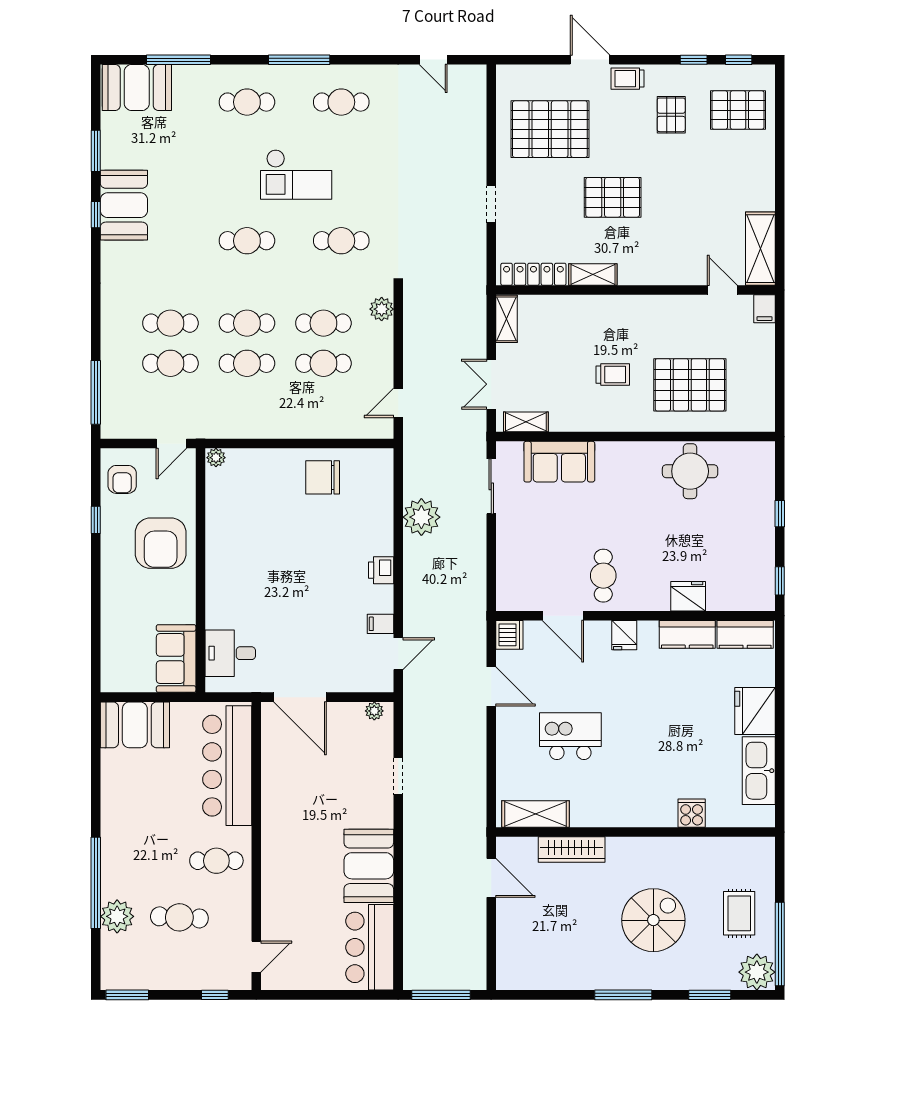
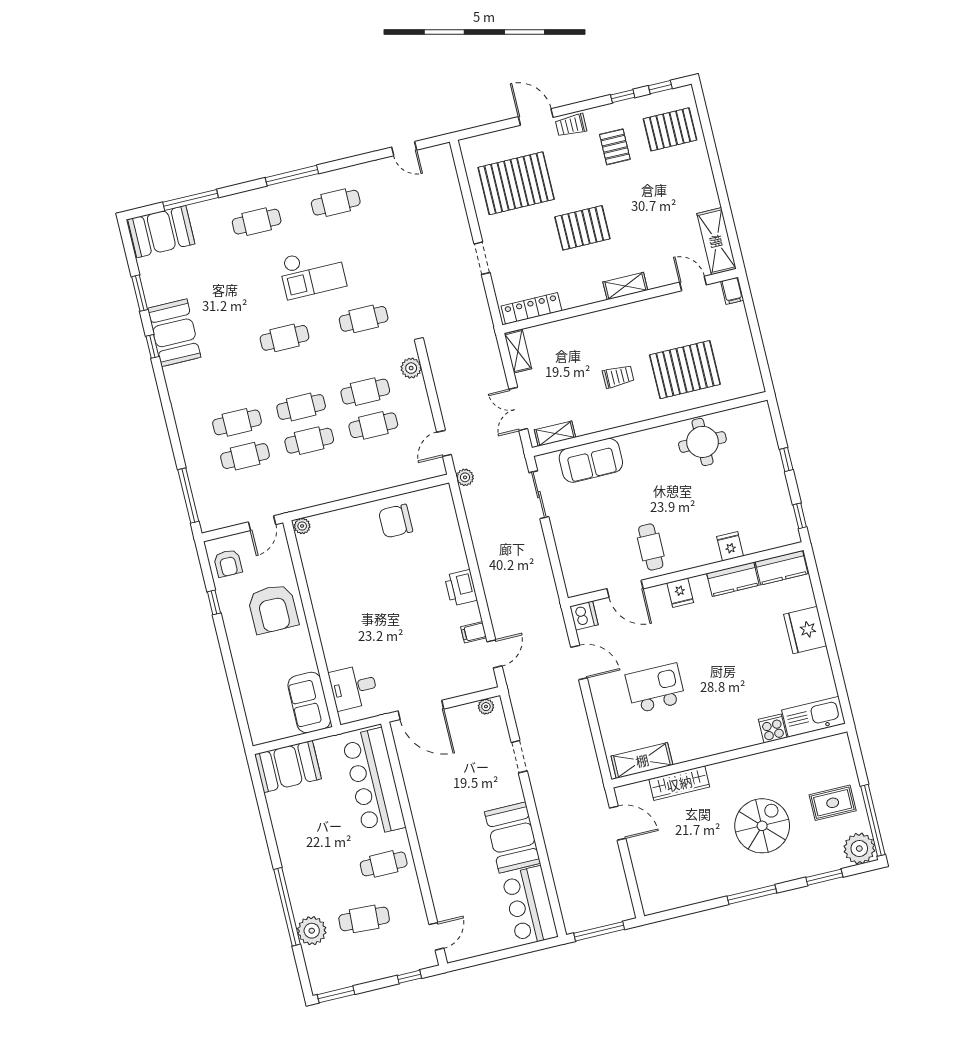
shelving: (593, 275) -> (625, 286), moved
plant: (421, 517) -> (465, 477), moved, width x0.53, depth x0.53
printer: (381, 570) -> (461, 588), width x1.36, depth x1.24
fridge: (688, 596) -> (730, 546), width x0.72
kitchen sink: (759, 771) -> (814, 717), moved, turned 90
rug: (739, 913) -> (833, 803), turned 90

